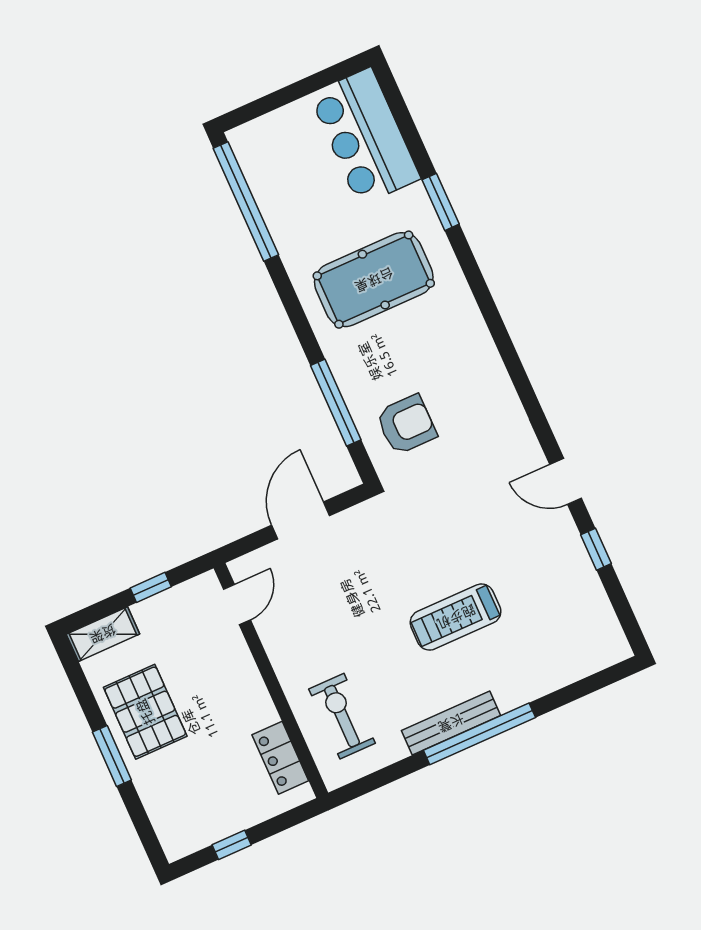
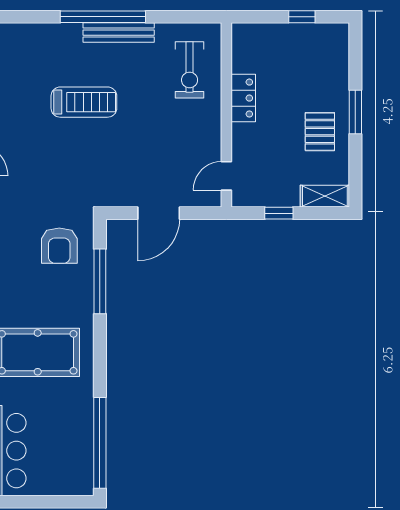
armchair: (406, 425) -> (59, 246), turned -90
pallet: (145, 712) -> (320, 132), width x0.67, depth x0.71
locker: (280, 758) -> (243, 98), moved

